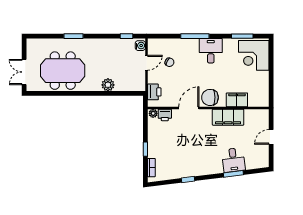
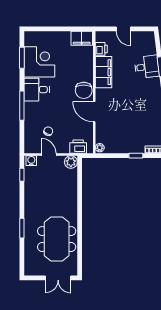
corner desk: (254, 55) -> (39, 62), moved, turned -90
plant: (108, 85) -> (71, 162), moved
filing cabinet: (237, 100) -> (82, 38), moved, turned -90
printer: (165, 115) -> (101, 49), moved

